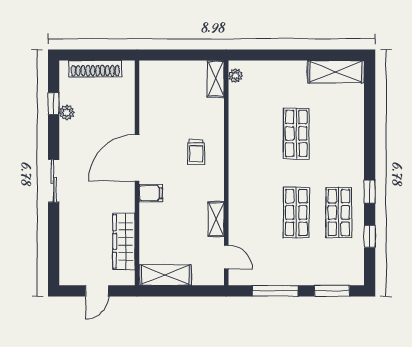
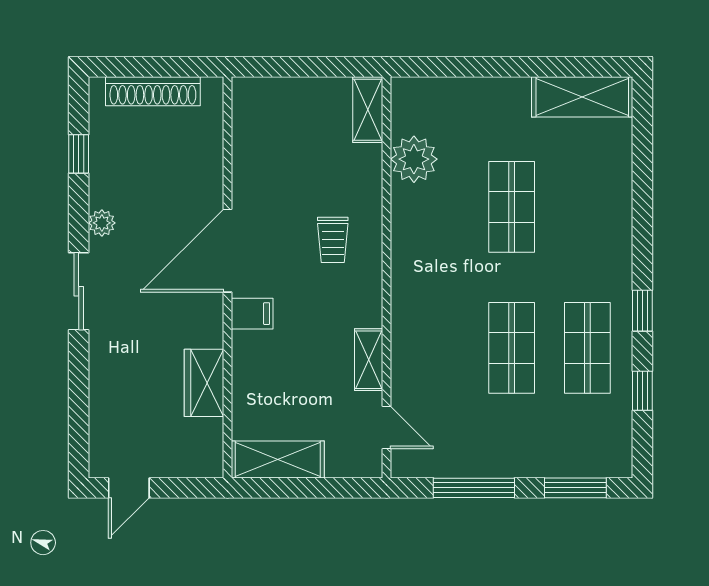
plant: (235, 76) -> (414, 159), moved, width x1.88, depth x1.88
plant: (67, 113) -> (102, 223), moved
wardrobe: (124, 241) -> (204, 383), width x0.67
door: (97, 291) -> (129, 488), moved

